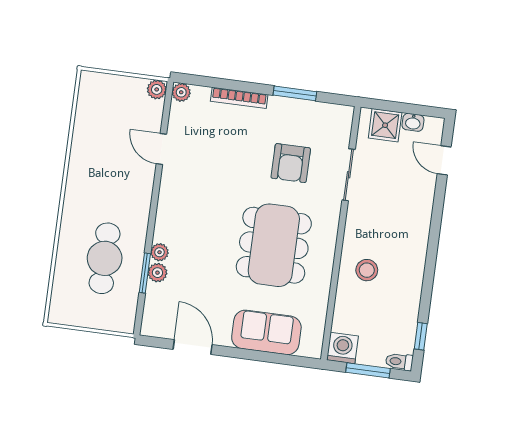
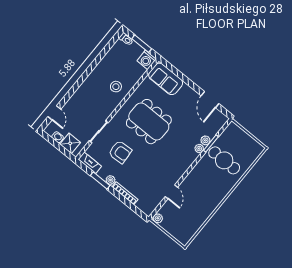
plant: (181, 92) -> (110, 180), moved
fireplace: (331, 113) -> (90, 163), added
armchair: (291, 163) -> (120, 152), turned 86
dining table: (274, 245) -> (149, 122), turned 90
cafe table: (105, 258) -> (224, 160), turned 90
sofa: (266, 332) -> (166, 79), moved
window: (421, 336) -> (110, 44), removed

